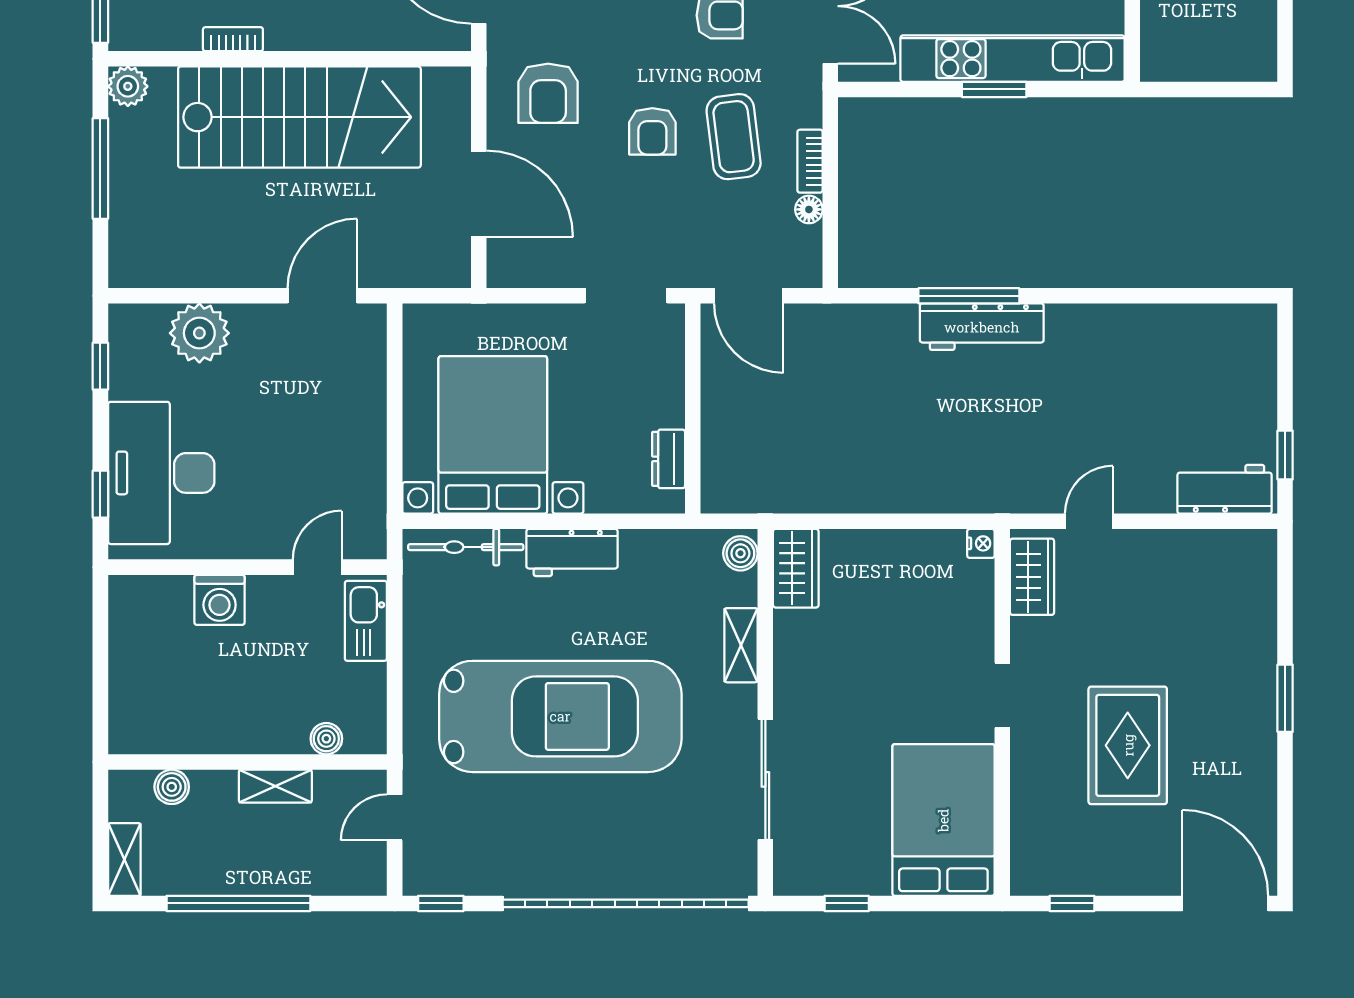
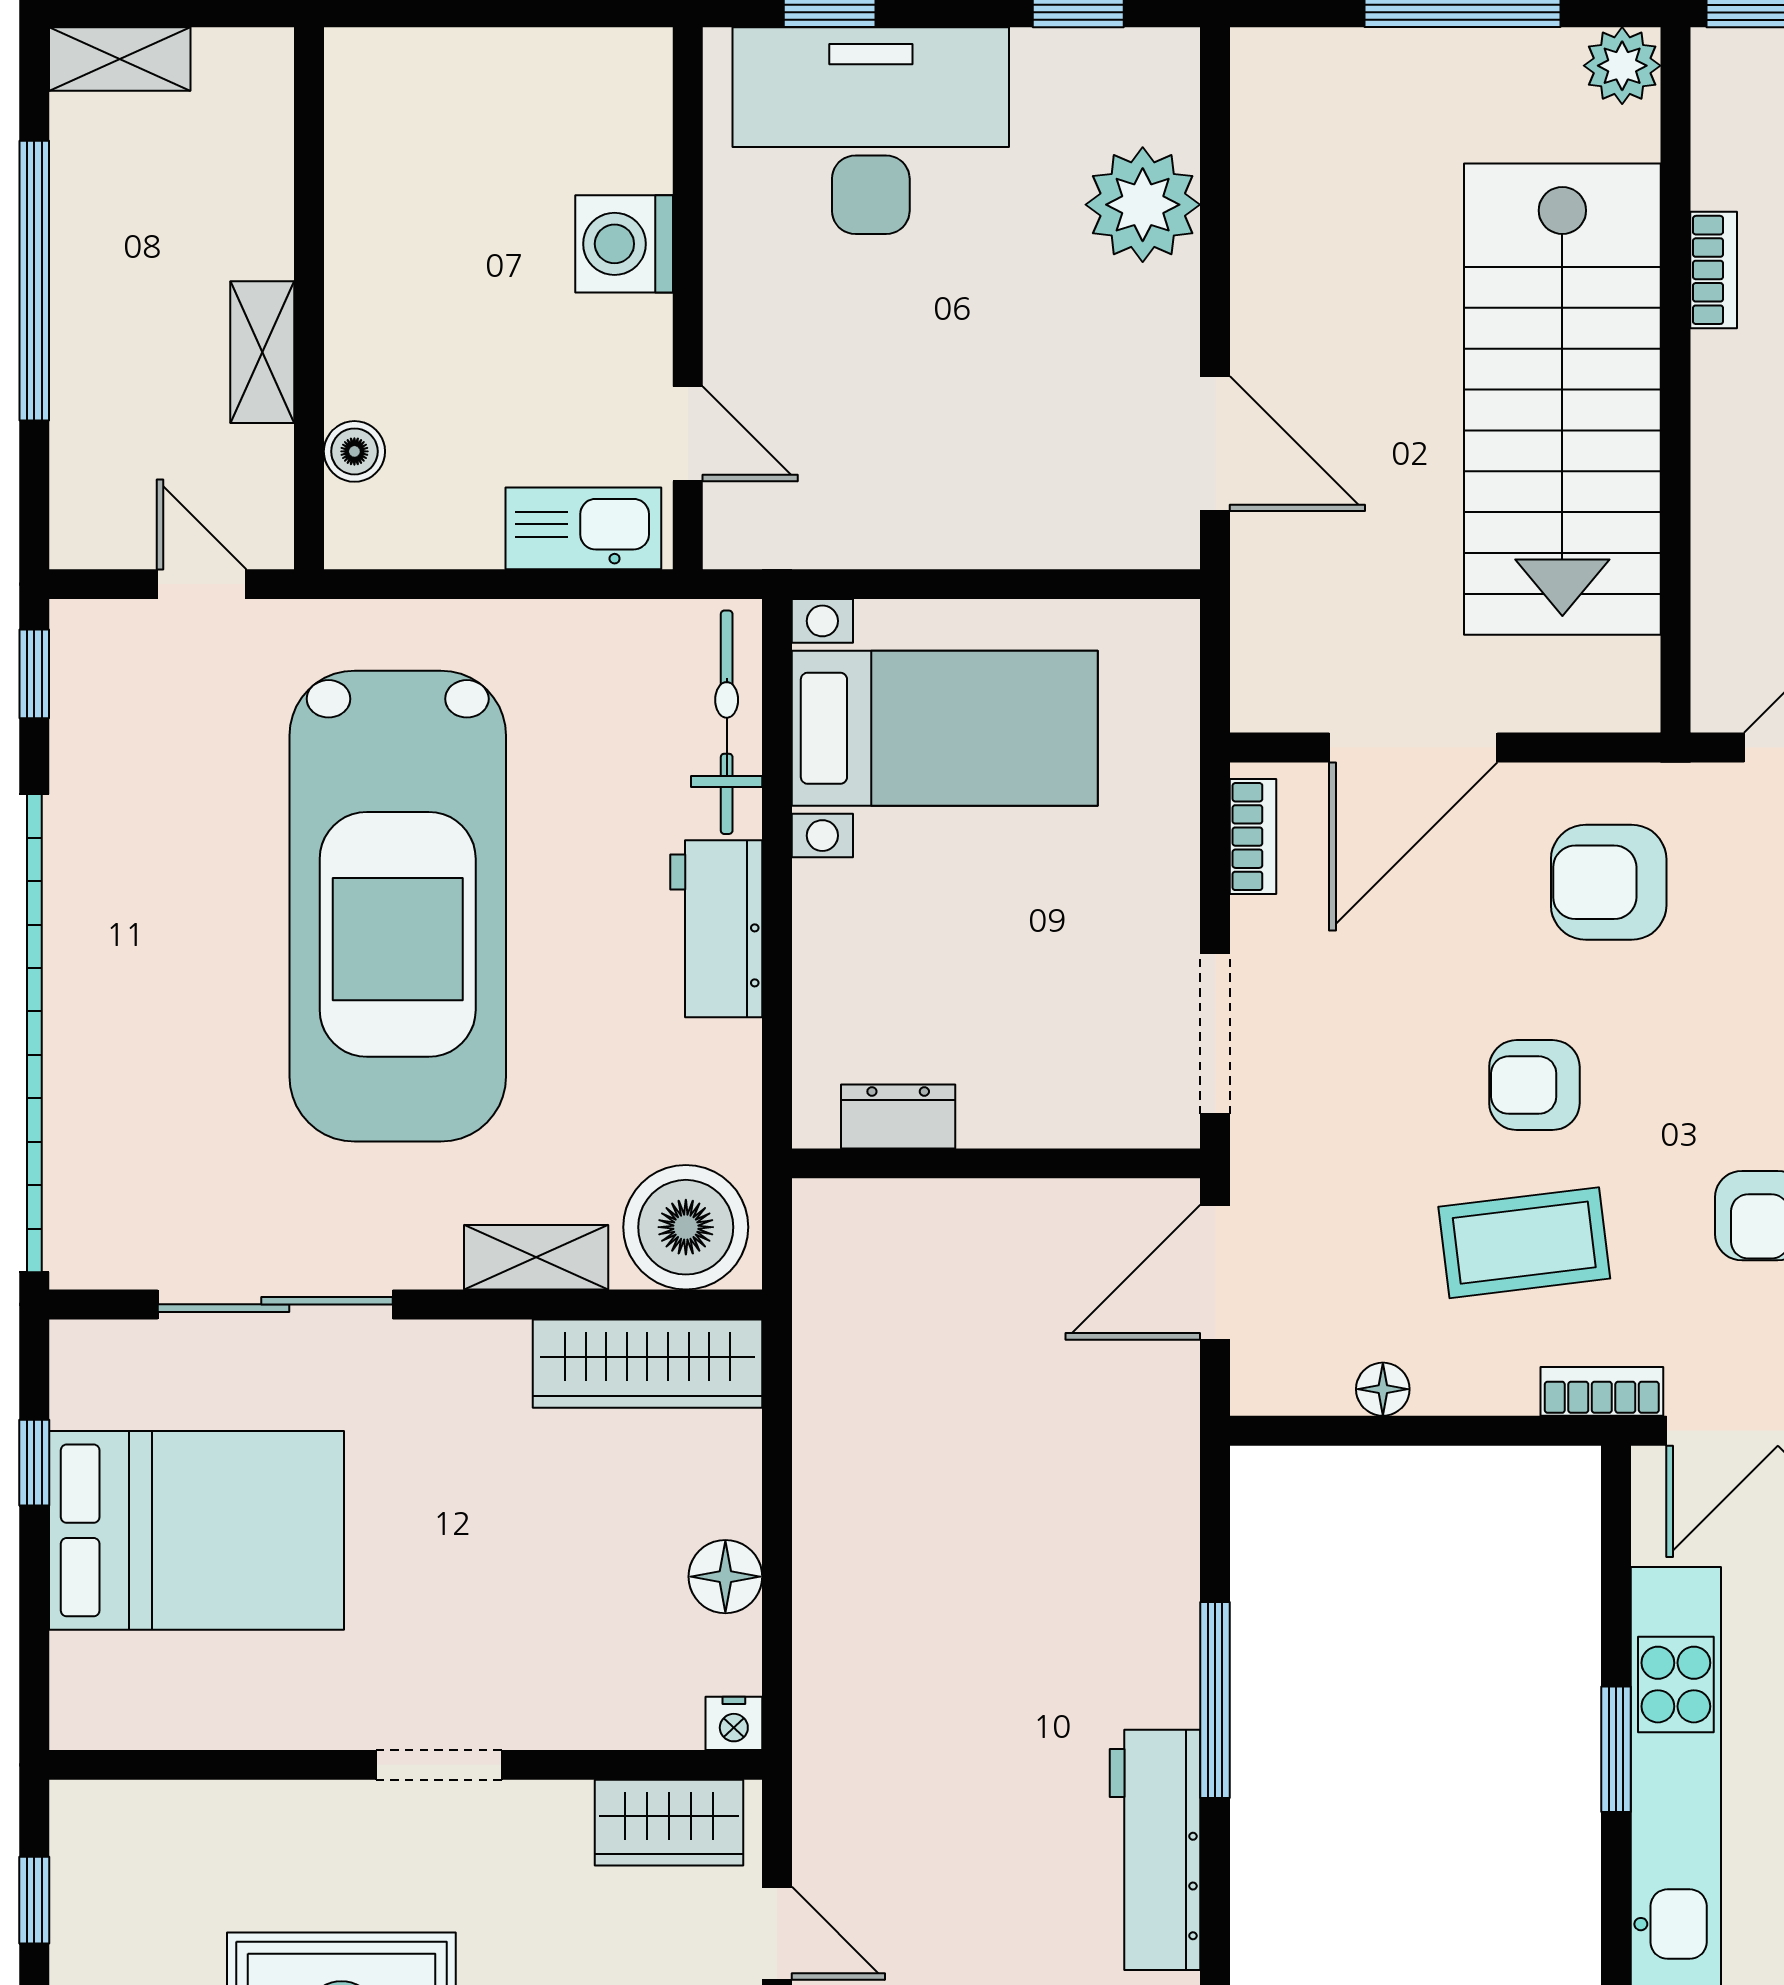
bookcase: (810, 161) -> (1602, 1391), moved
bookcase: (525, 276) -> (1253, 837), added
workbench: (982, 327) -> (1155, 1850), moved
bed with nightstands: (493, 435) -> (945, 728), width x0.73
floor lamp: (905, 548) -> (725, 1577), added
boiler: (740, 553) -> (686, 1227), width x1.86, depth x1.86
wardrobe: (796, 568) -> (647, 1364), width x1.50
boiler: (172, 787) -> (261, 151), removed
bed: (943, 820) -> (197, 1530), moved

